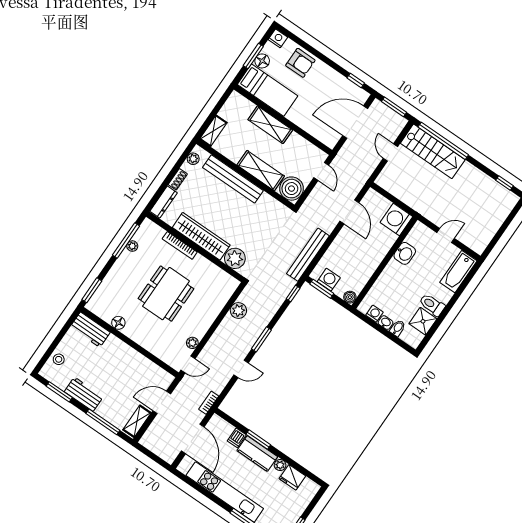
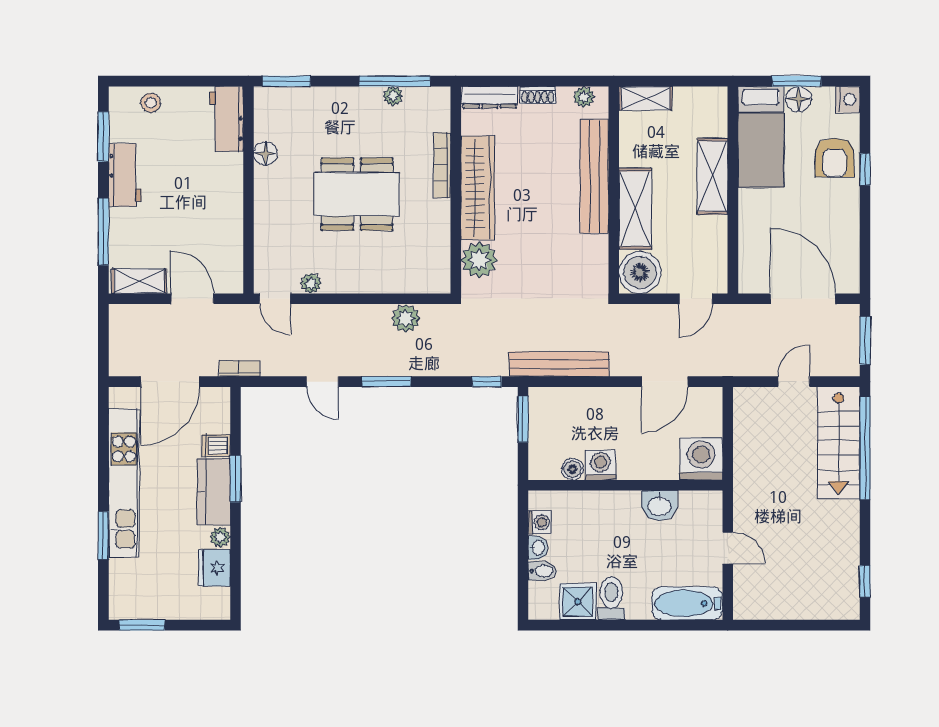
window: (356, 80) -> (865, 169), moved
washing machine: (329, 280) -> (600, 465), moved, turned -90
boiler: (350, 297) -> (572, 469), moved

